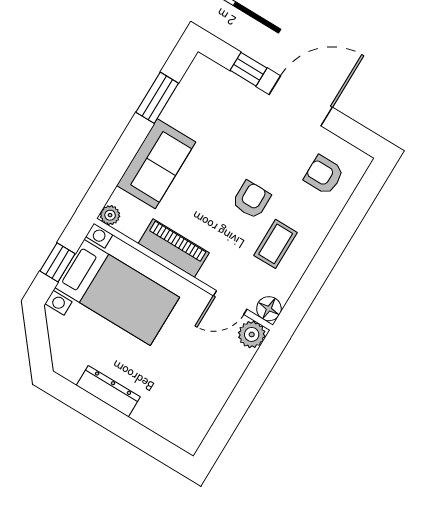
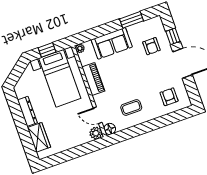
armchair: (251, 200) -> (151, 46), moved, turned 90
wardrobe: (163, 419) -> (39, 137), added

